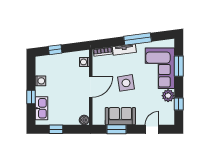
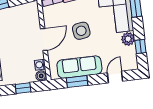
washing machine: (84, 62) -> (40, 65), moved
sofa: (120, 116) -> (79, 67), width x1.36
window: (56, 129) -> (23, 88), moved

